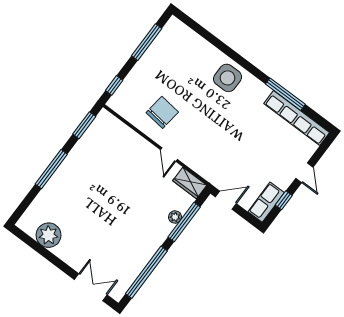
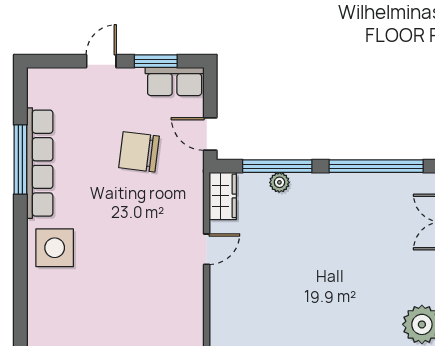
chair: (162, 112) -> (139, 152), moved
row of seats: (297, 118) -> (40, 163), moved
window: (284, 200) -> (156, 61), width x1.50

